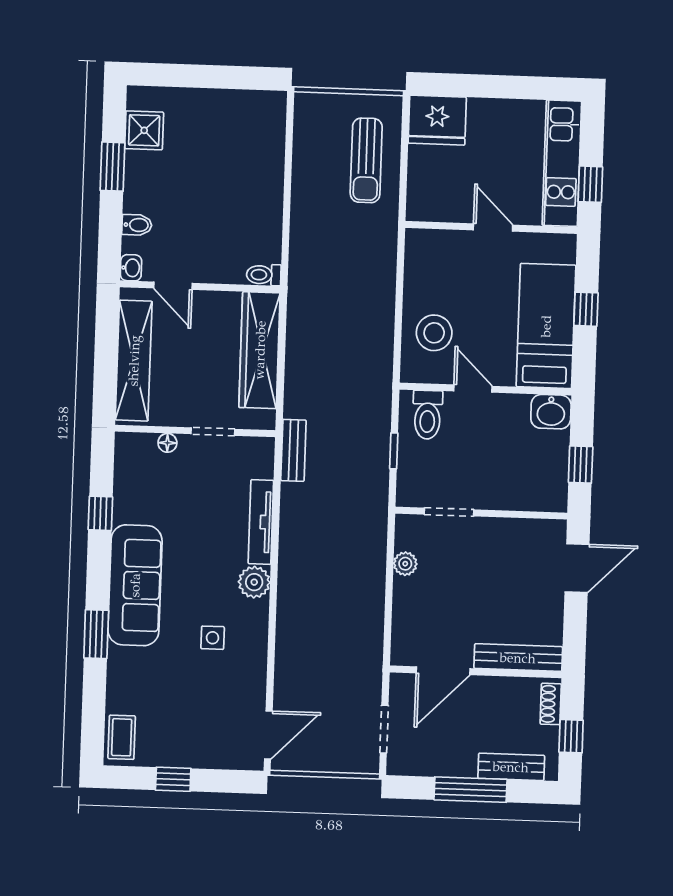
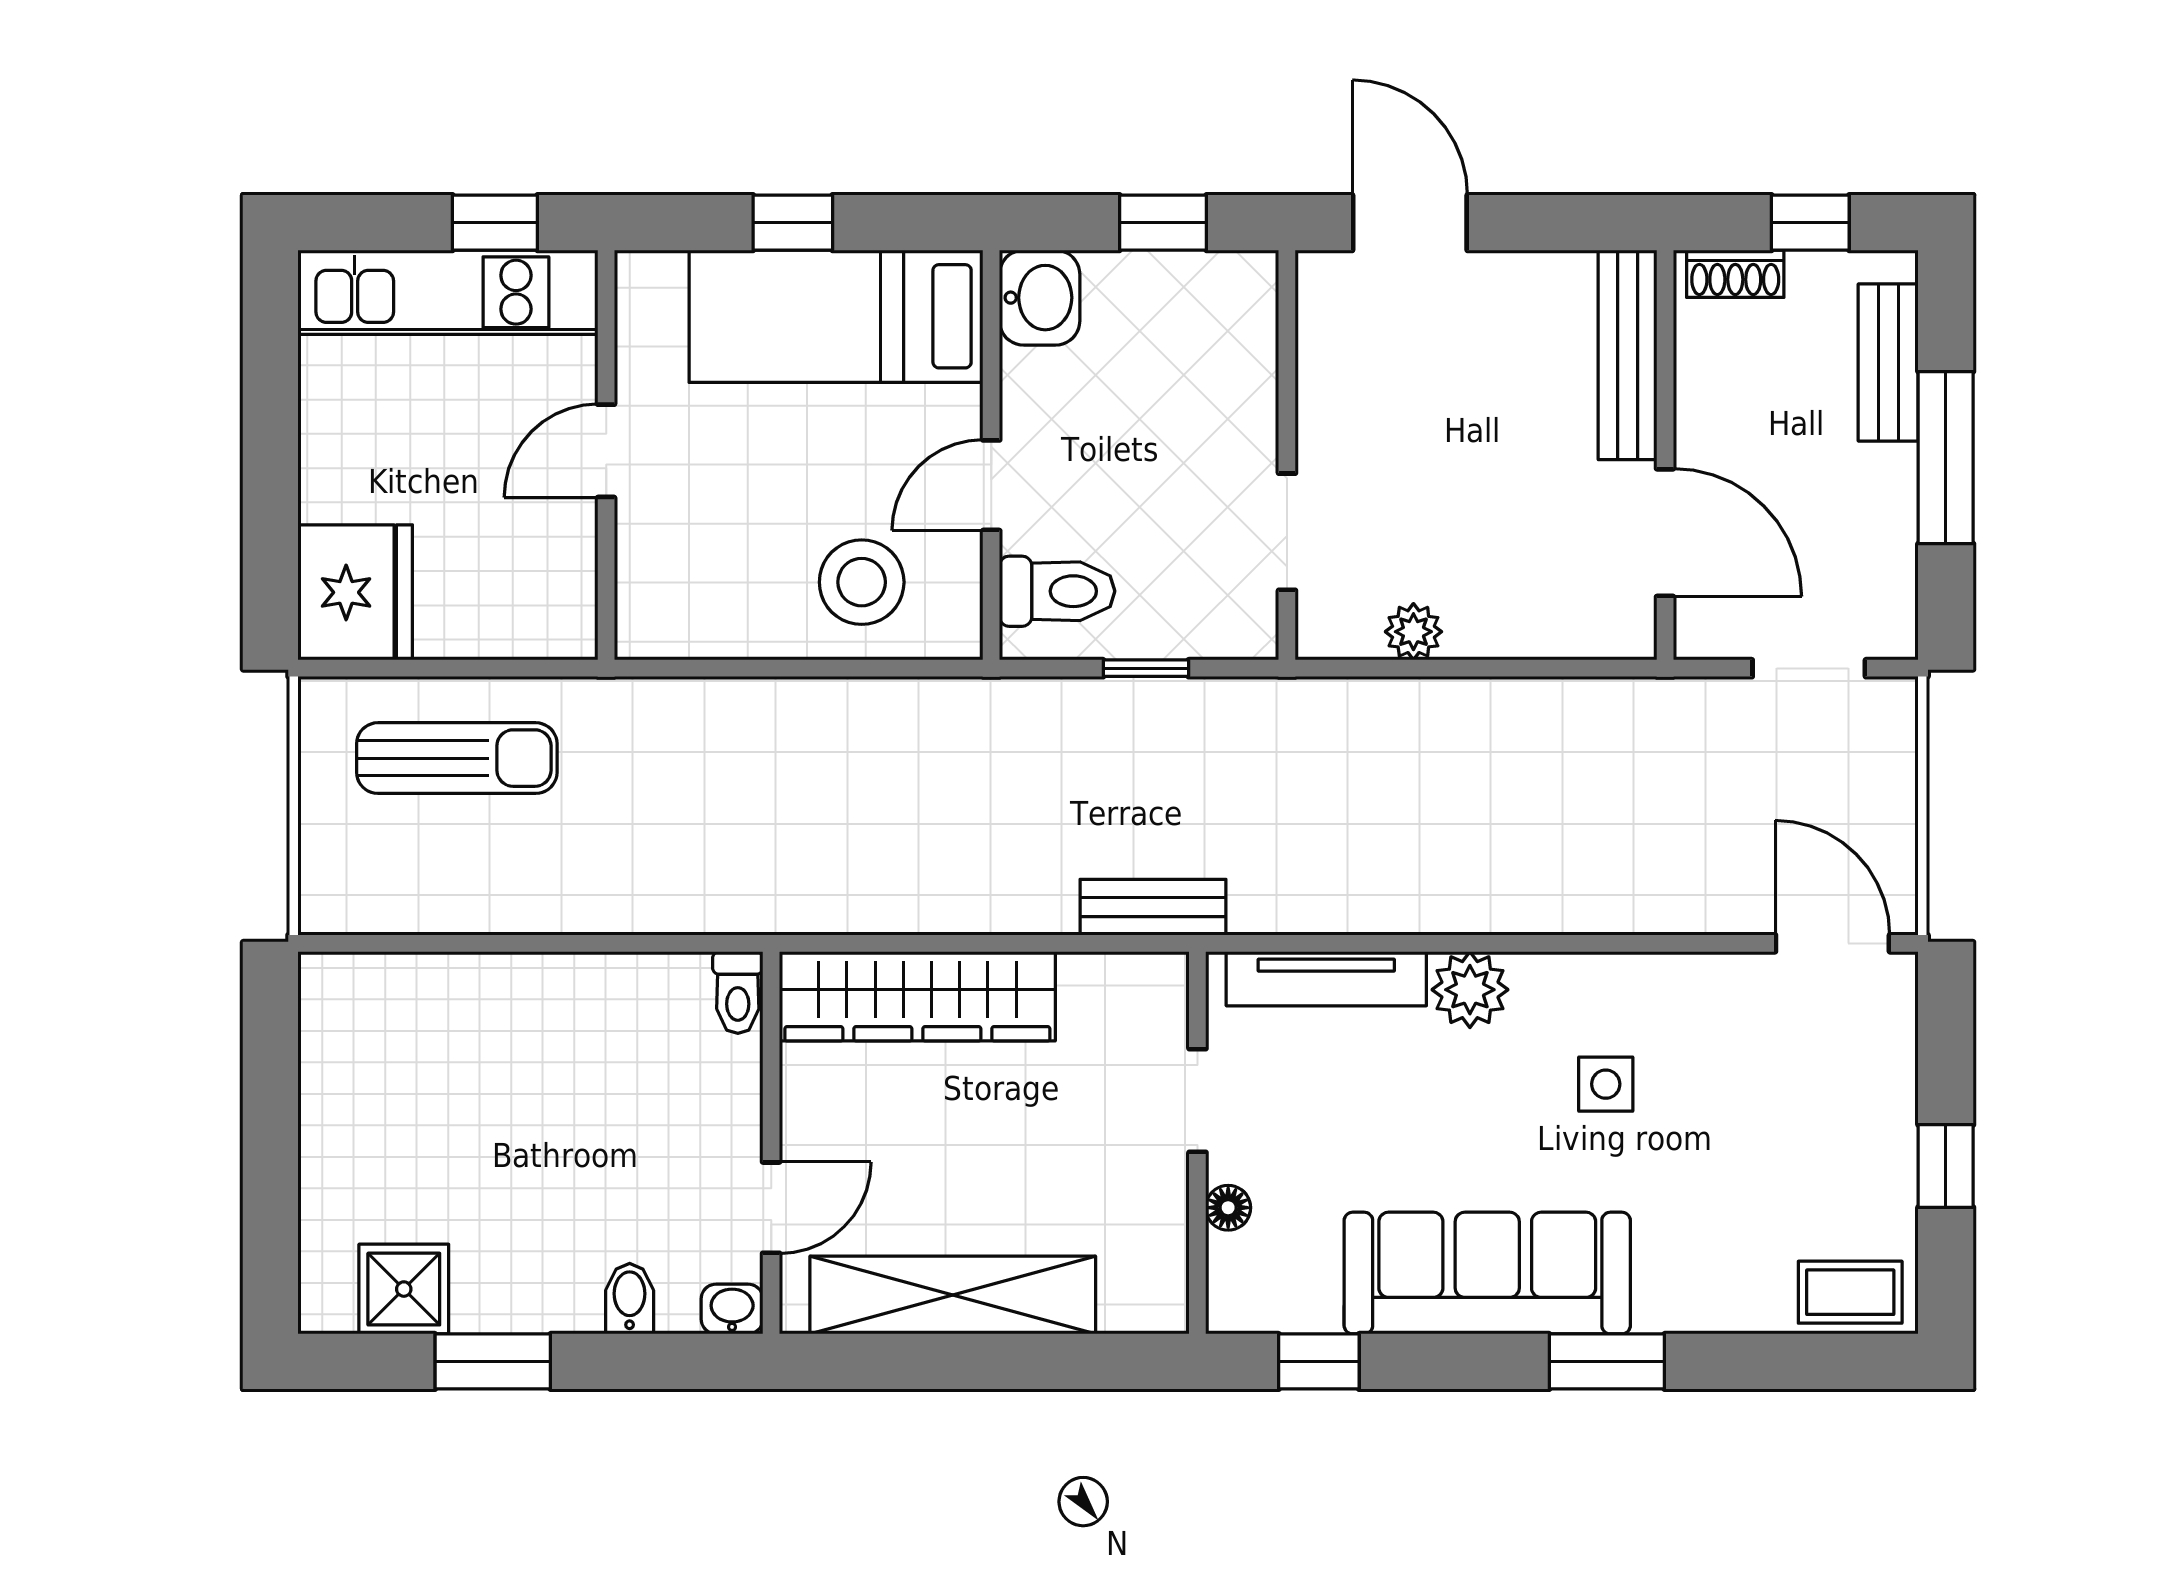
wall: (195, 431) -> (1197, 1143), moved
doorway: (213, 432) -> (1197, 1101), moved
floor lamp: (167, 443) -> (1228, 1208), moved

